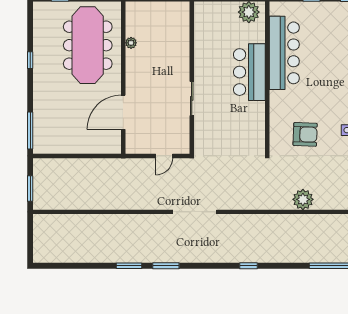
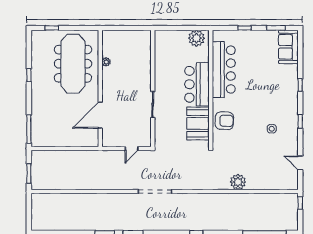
booth: (251, 123) -> (198, 123), added
armchair: (305, 134) -> (224, 121), moved

